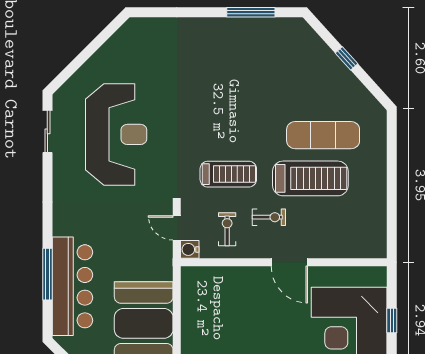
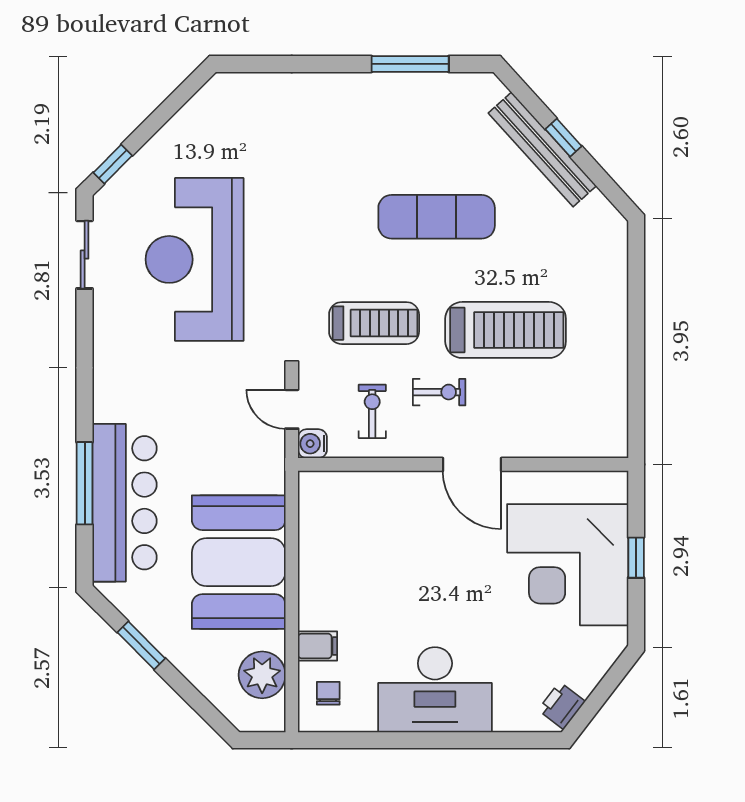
bench: (333, 66) -> (542, 149), added
window: (65, 75) -> (113, 164), added
reception desk: (116, 134) -> (195, 259), turned 180
exercise mat: (323, 135) -> (437, 217), moved

